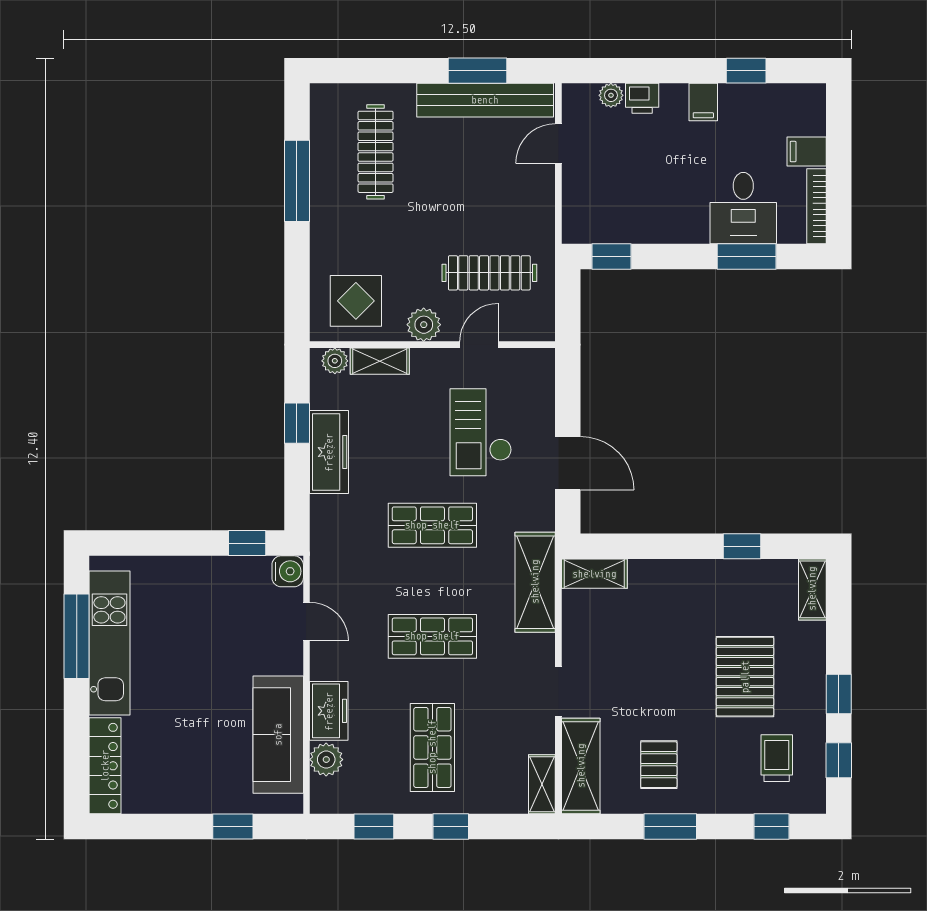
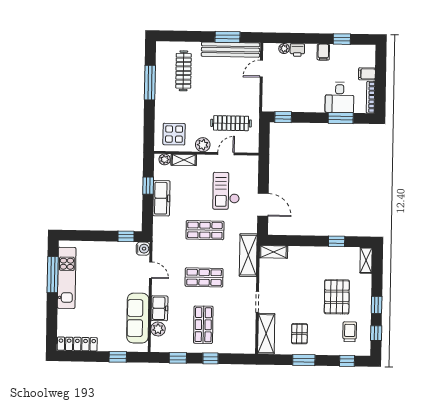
locker: (105, 766) -> (77, 344), moved, turned -90
shelving: (542, 784) -> (250, 341), removed

